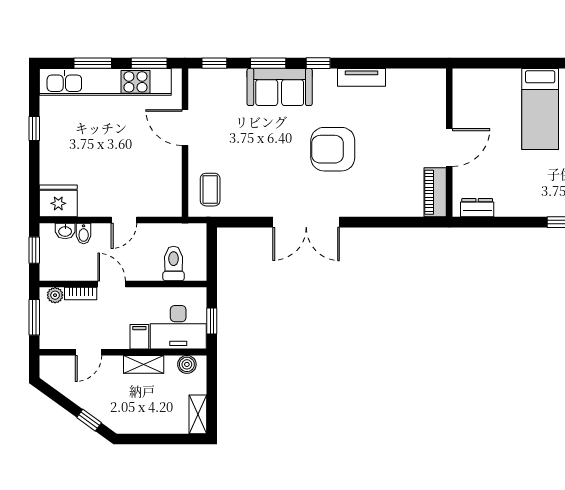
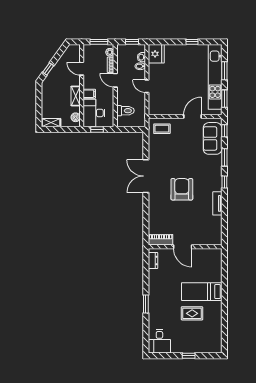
sofa: (280, 87) -> (213, 138), moved
door: (112, 284) -> (115, 80), swing flipped

